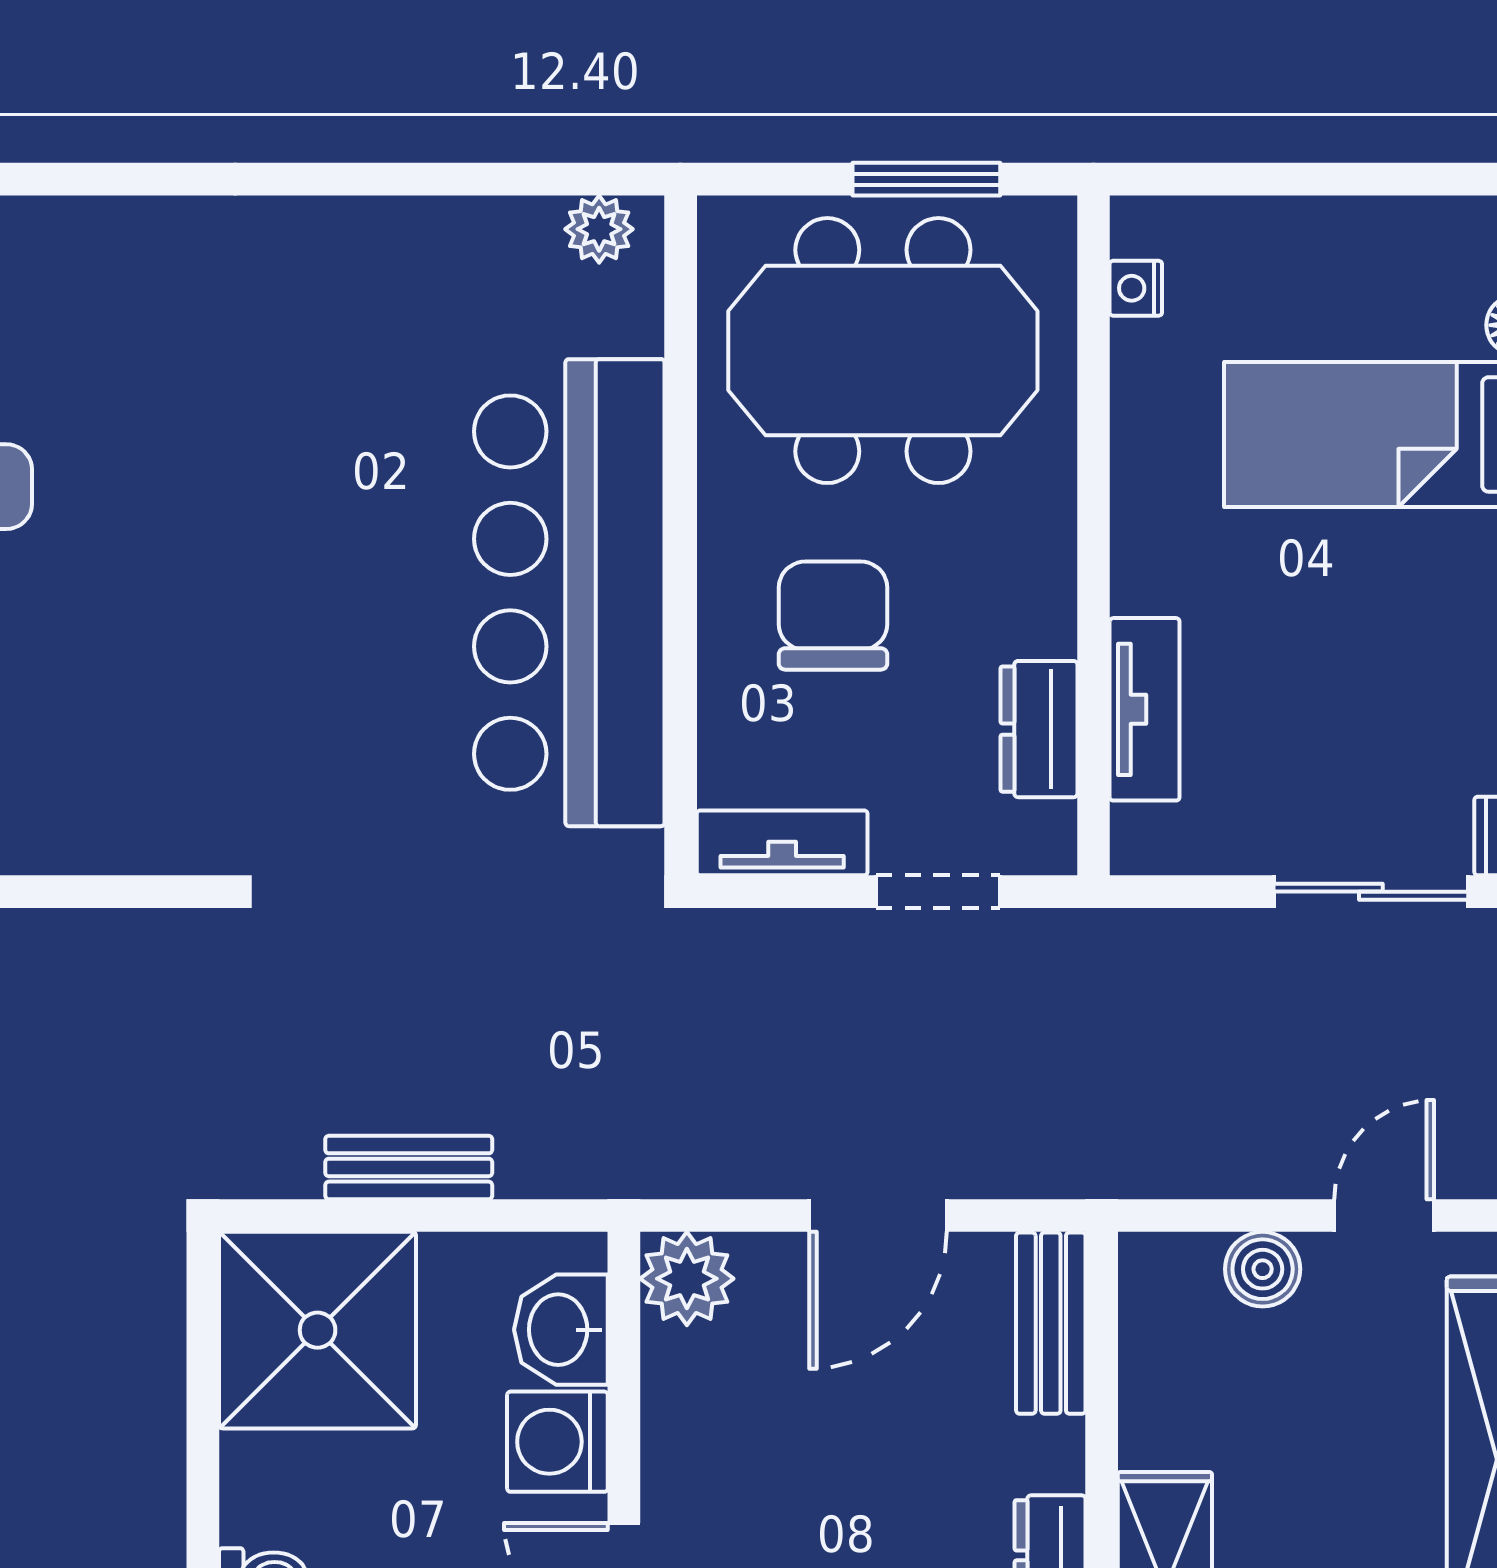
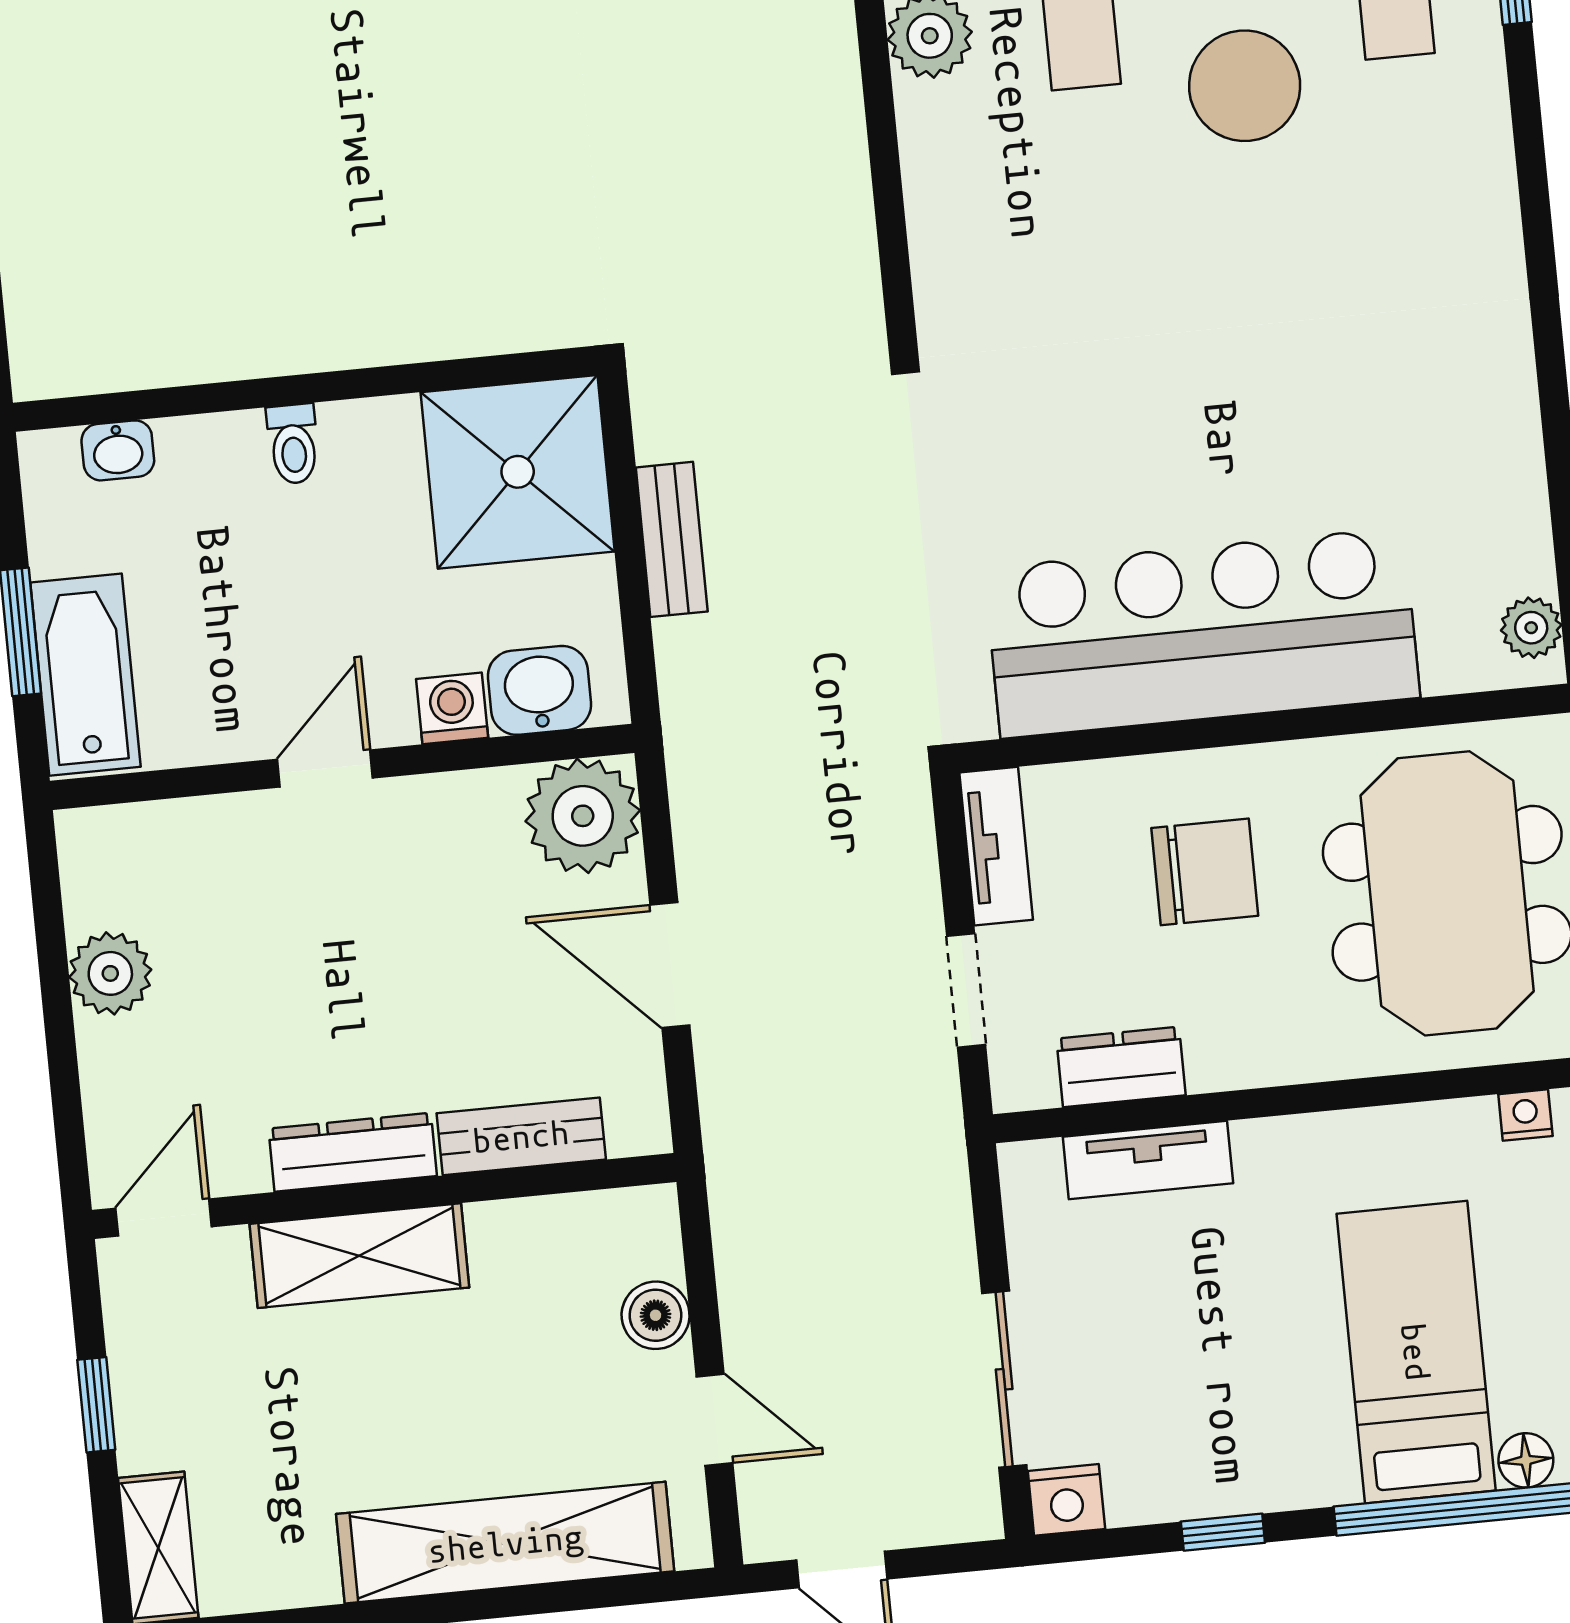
plant: (687, 1279) -> (583, 816), width x1.36, depth x1.36
bench: (1051, 1323) -> (521, 1136), moved
washing machine: (557, 1442) -> (452, 708), width x0.73, depth x0.73

